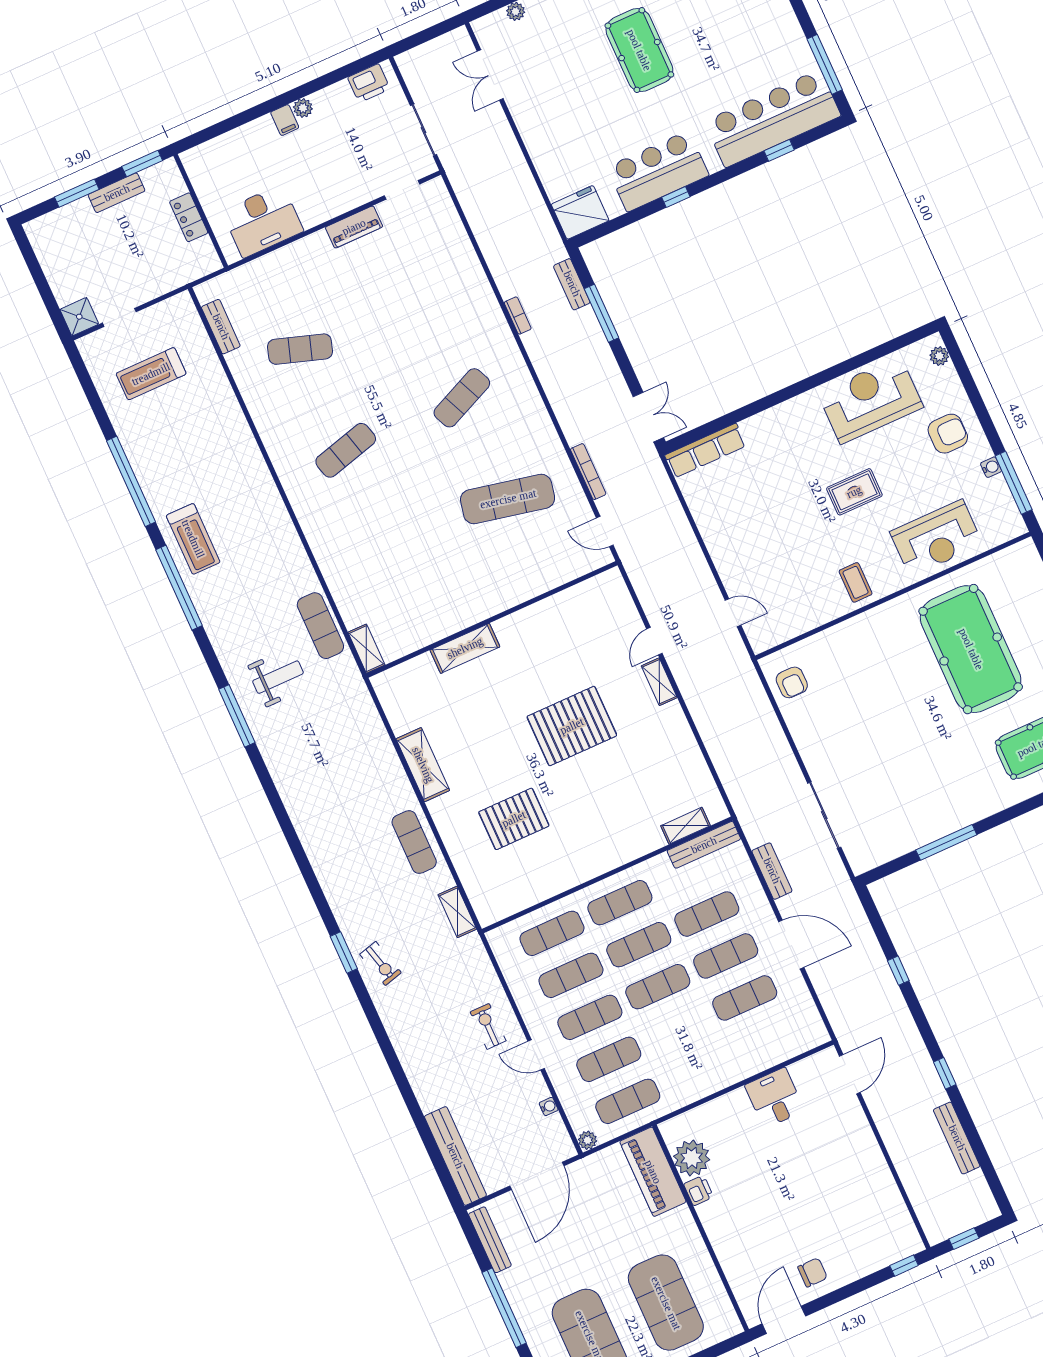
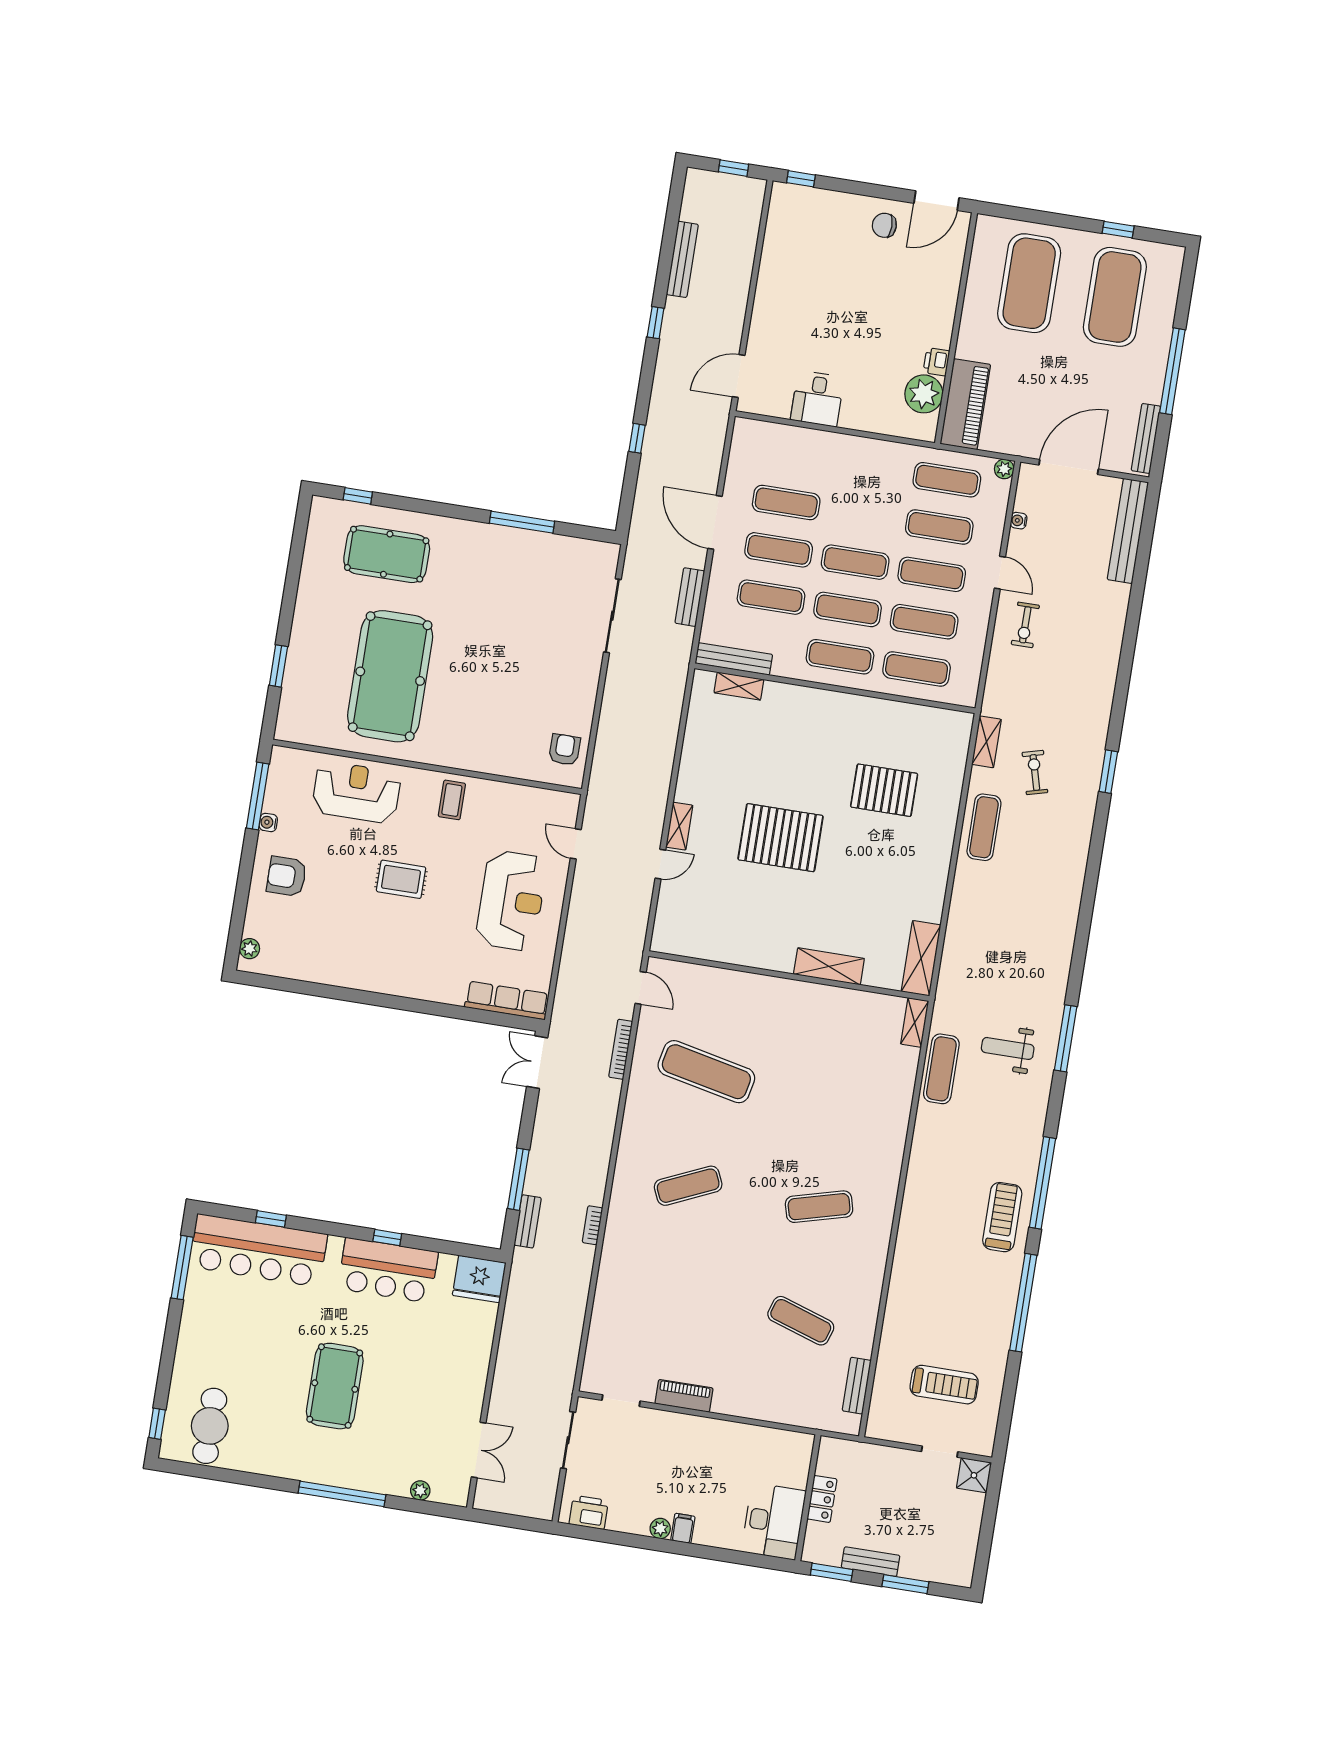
desk: (263, 221) -> (774, 1521), moved, turned 90
reception desk: (870, 400) -> (511, 901), moved, turned -90
shelving: (423, 765) -> (921, 958), moved
exercise bike: (381, 964) -> (1035, 772), moved

